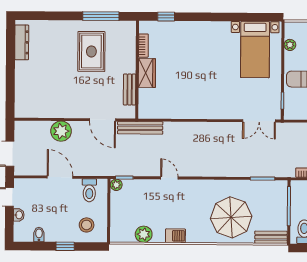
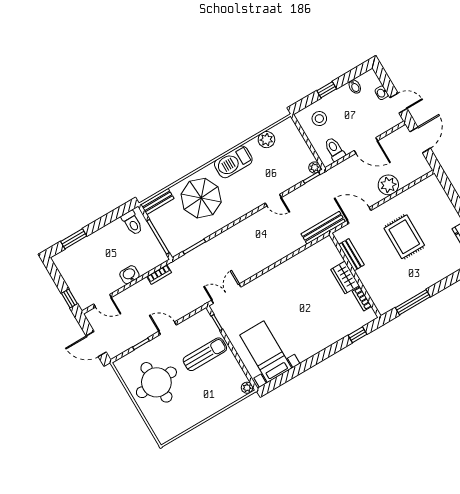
plant: (290, 45) -> (247, 388), moved
rug: (91, 51) -> (404, 237), moved
barbecue: (175, 236) -> (233, 162), width x1.88, depth x1.53

